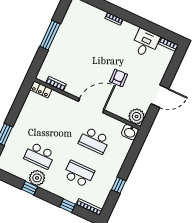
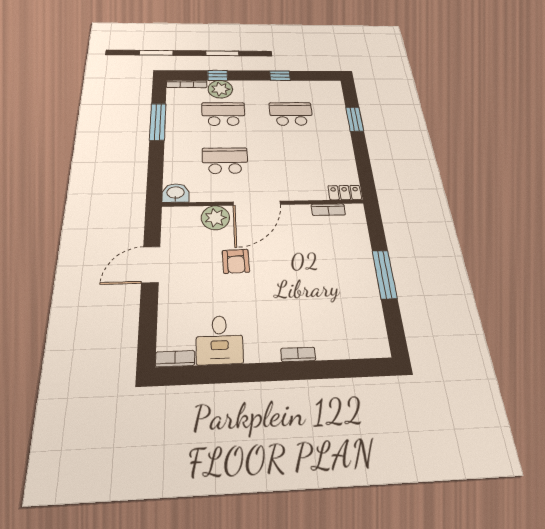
plant: (137, 116) -> (215, 218), moved
school desk: (79, 174) -> (223, 114), turned 180
plant: (37, 178) -> (220, 89), moved
window: (119, 185) -> (158, 122), width x2.17

